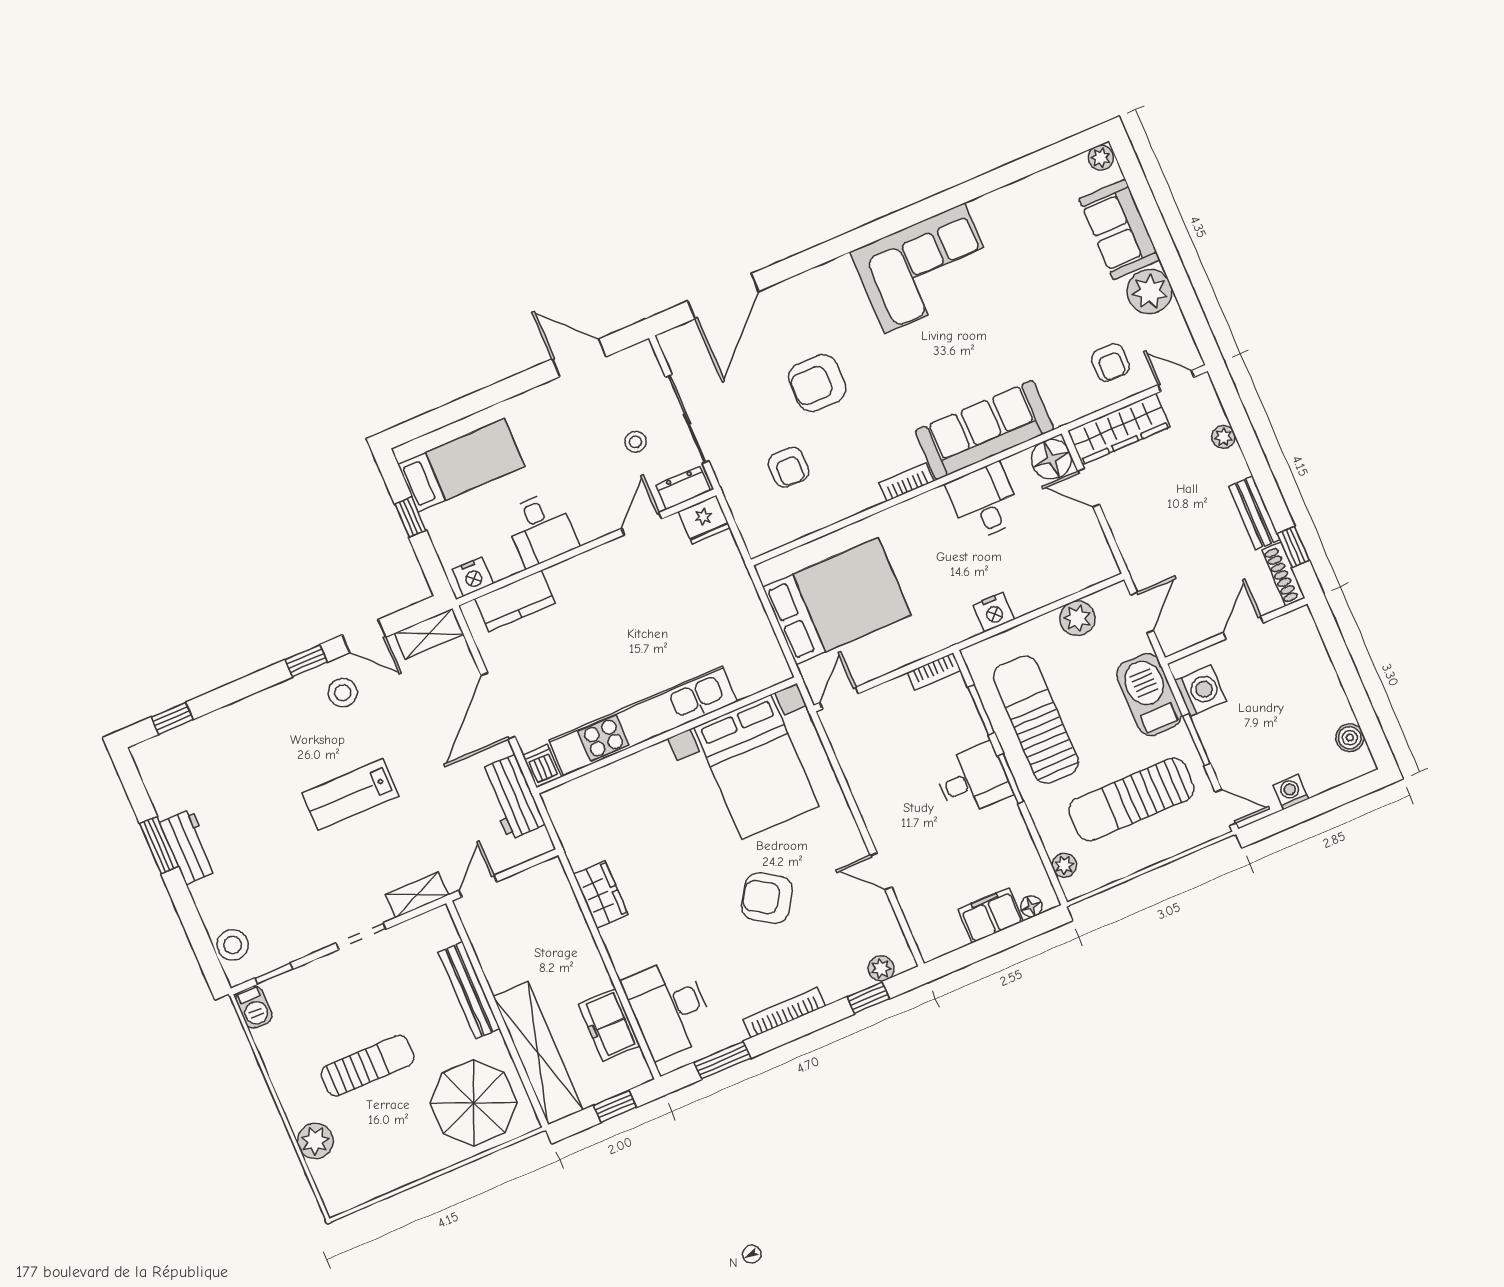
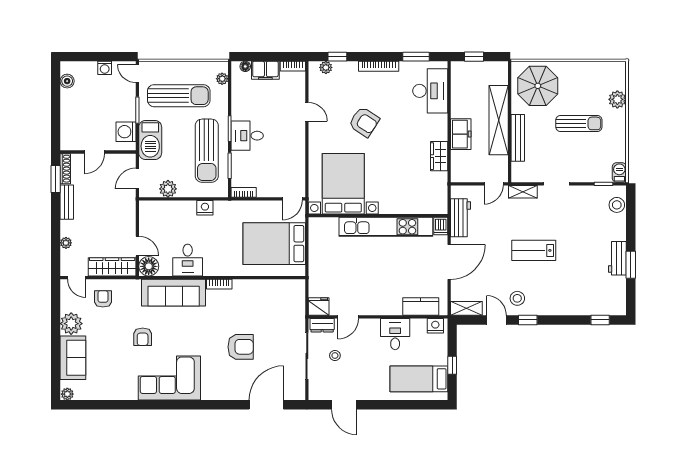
armchair: (789, 467) -> (143, 337), moved, turned 180
window: (1293, 547) -> (56, 179), width x1.50
lab bench: (350, 794) -> (534, 250), turned 180
bookcase: (943, 945) -> (293, 66), added
freezer: (609, 1025) -> (461, 134), moved
shelving: (538, 1053) -> (499, 120), moved
sun lounger: (367, 1066) -> (579, 123), turned 180

